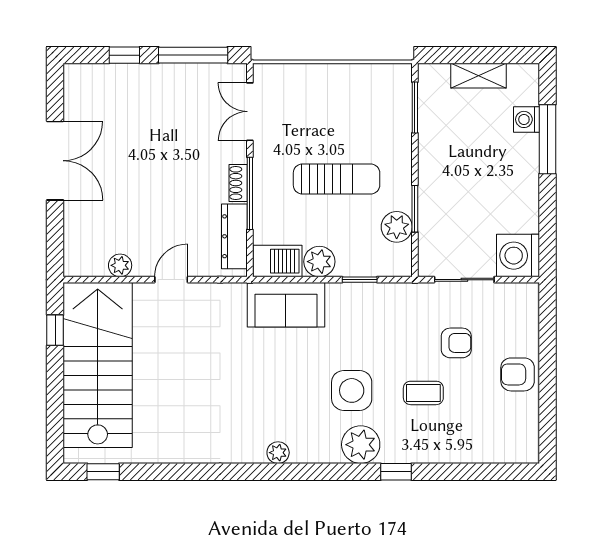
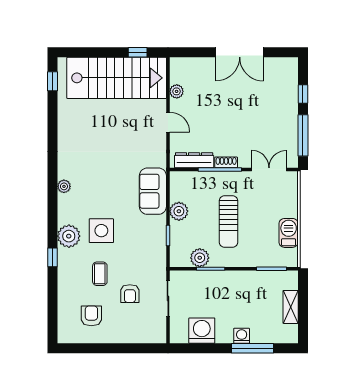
washing machine: (526, 119) -> (242, 336), moved
washing machine: (518, 256) -> (202, 331), moved
barbecue: (278, 261) -> (289, 233), moved, turned 180
armchair: (518, 374) -> (91, 316), moved

